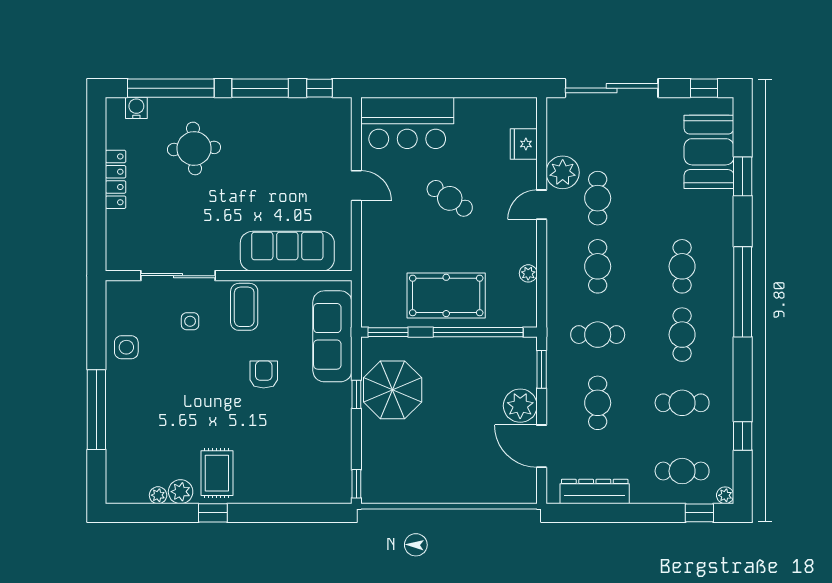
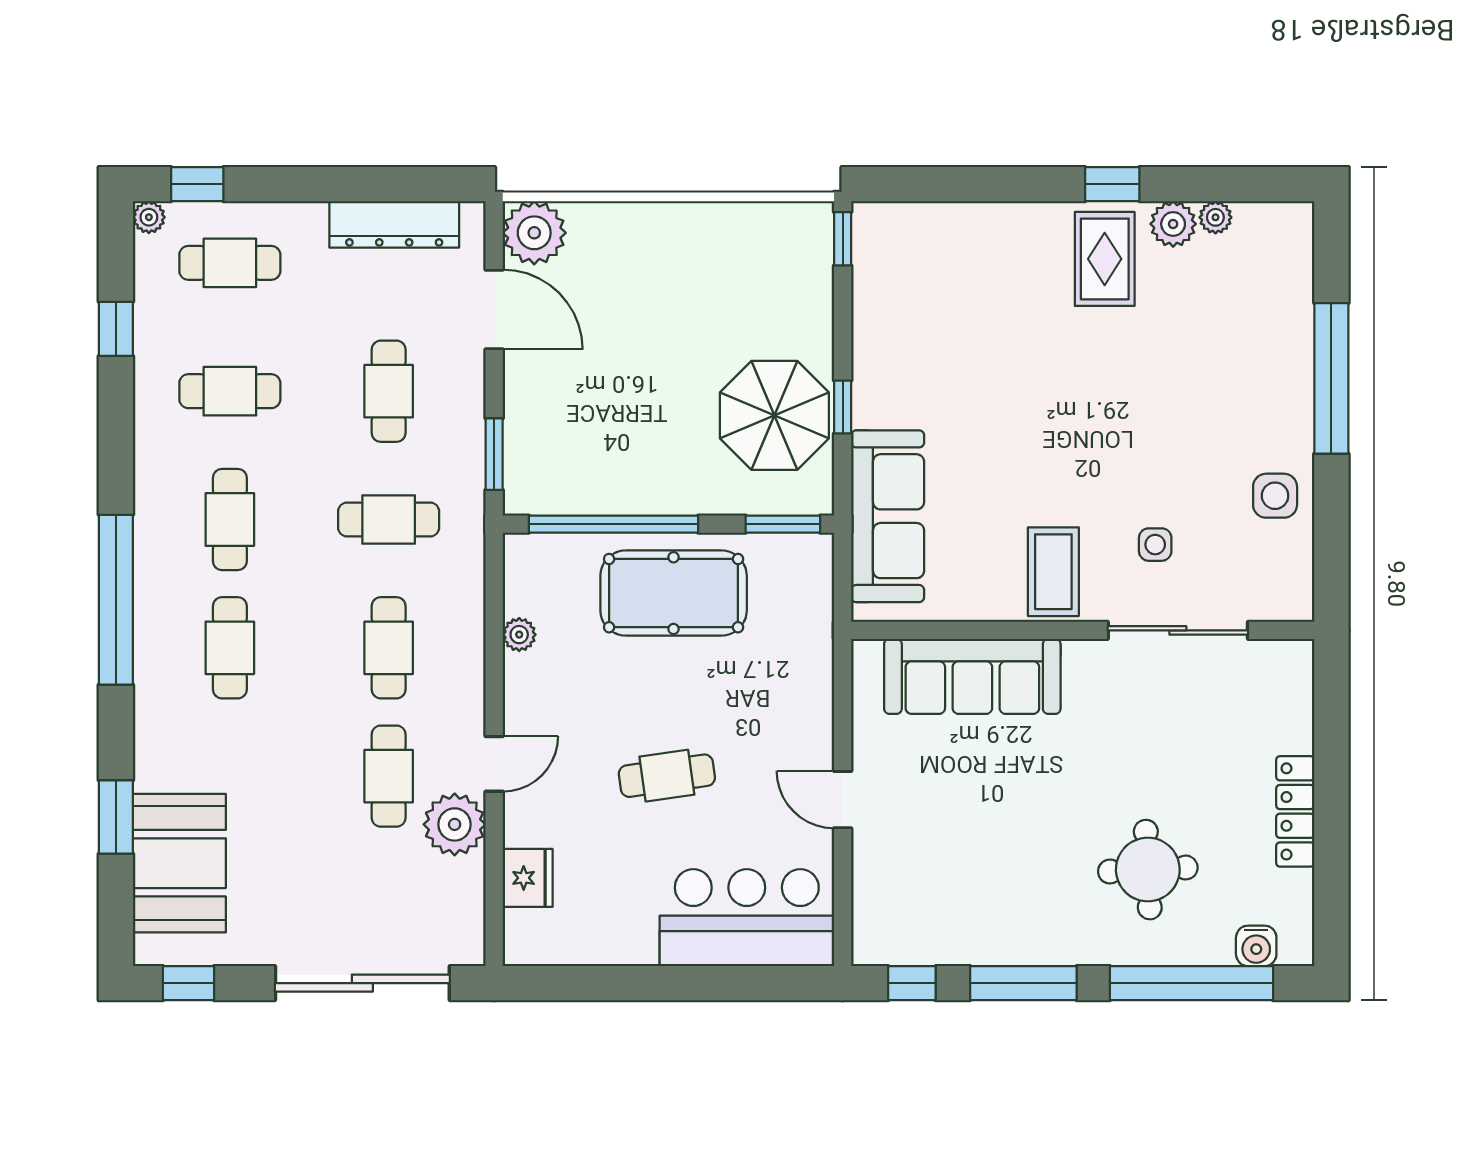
cafe table: (450, 198) -> (667, 776), turned -42
armchair: (264, 374) -> (1017, 444), removed
plant: (520, 406) -> (534, 233), moved

